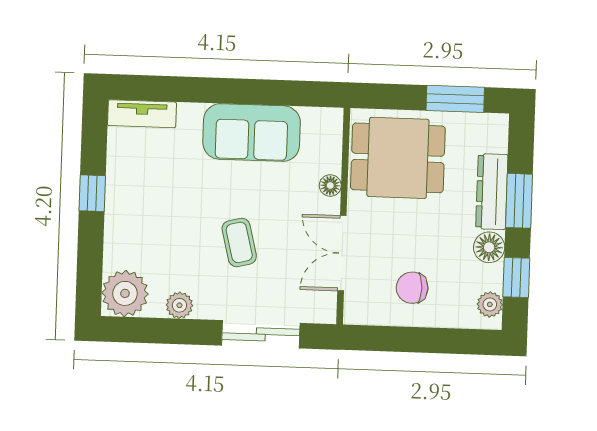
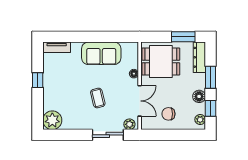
dresser: (492, 192) -> (199, 57), moved
double door: (342, 253) -> (140, 101), swing flipped
plant: (179, 305) -> (129, 124), moved

